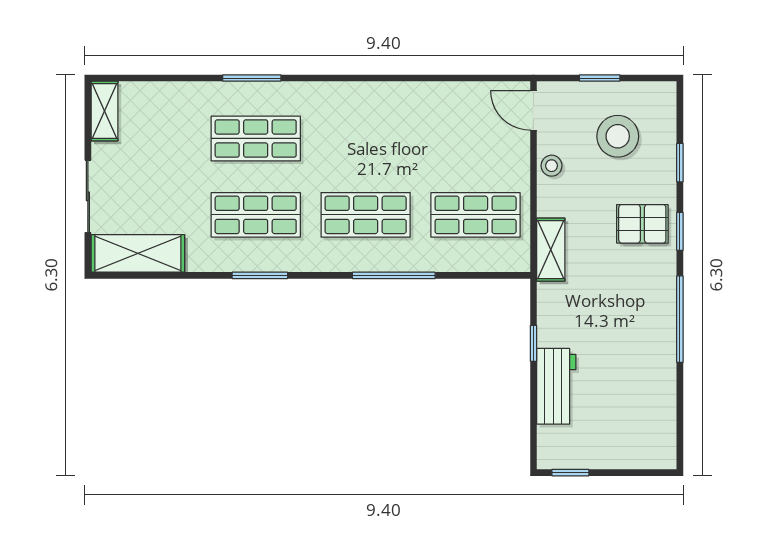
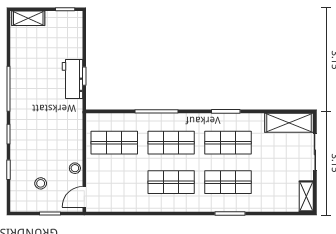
door: (533, 110) -> (84, 197), swing flipped
stool: (618, 136) -> (41, 183), width x0.53, depth x0.53
shop shelf: (366, 138) -> (171, 182), added
pallet: (642, 224) -> (28, 138), removed
shelving: (551, 250) -> (28, 18), moved, turned 90
workbench: (556, 386) -> (72, 79), moved

